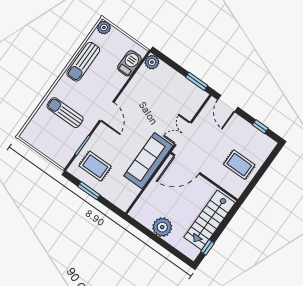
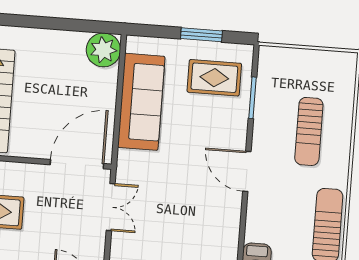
sun lounger: (65, 113) -> (309, 131), turned 90
sofa: (148, 161) -> (141, 102), moved
plant: (162, 227) -> (103, 50), moved

